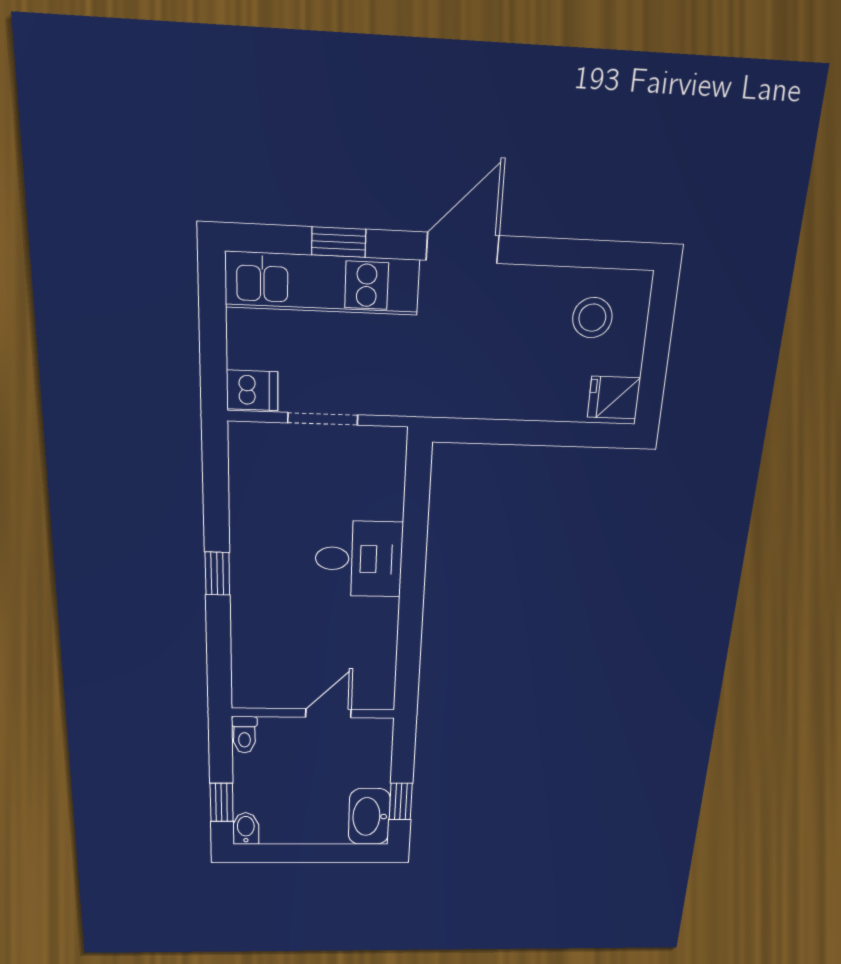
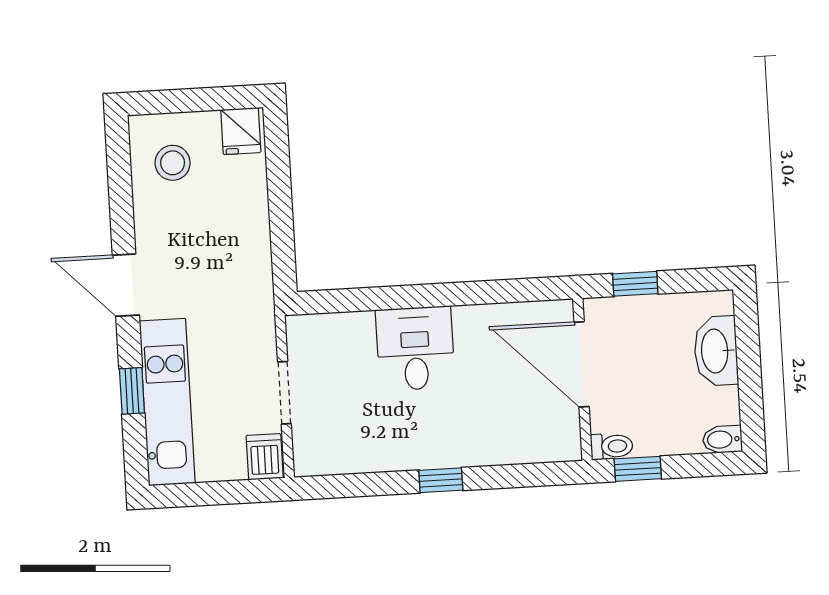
door: (328, 713) -> (582, 364), width x1.88
window: (401, 801) -> (635, 284), moved
window: (222, 802) -> (638, 469), moved
washbasin: (369, 817) -> (716, 351), moved, turned 90

